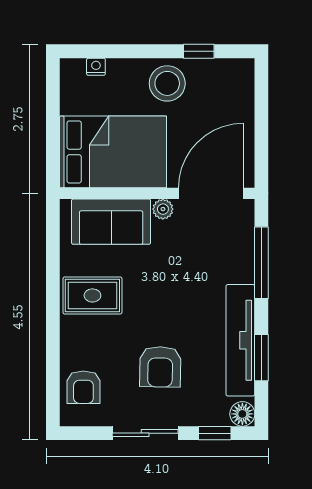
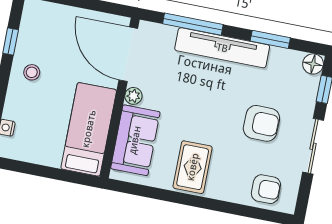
stool: (167, 83) -> (32, 72), width x0.53, depth x0.53
bed: (113, 152) -> (89, 129), width x0.67
tv unit: (240, 340) -> (222, 48), moved

